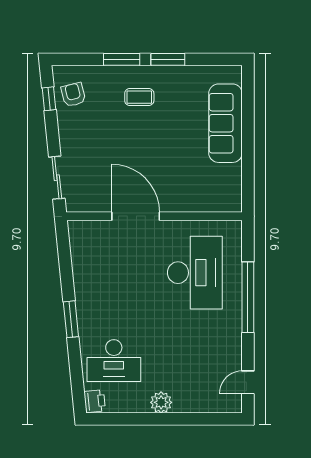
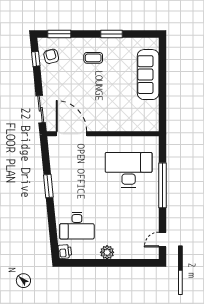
window: (122, 59) -> (59, 34), moved
door: (136, 216) -> (72, 134), moved
desk: (195, 273) -> (129, 170), turned -90
window: (71, 319) -> (48, 186), moved

